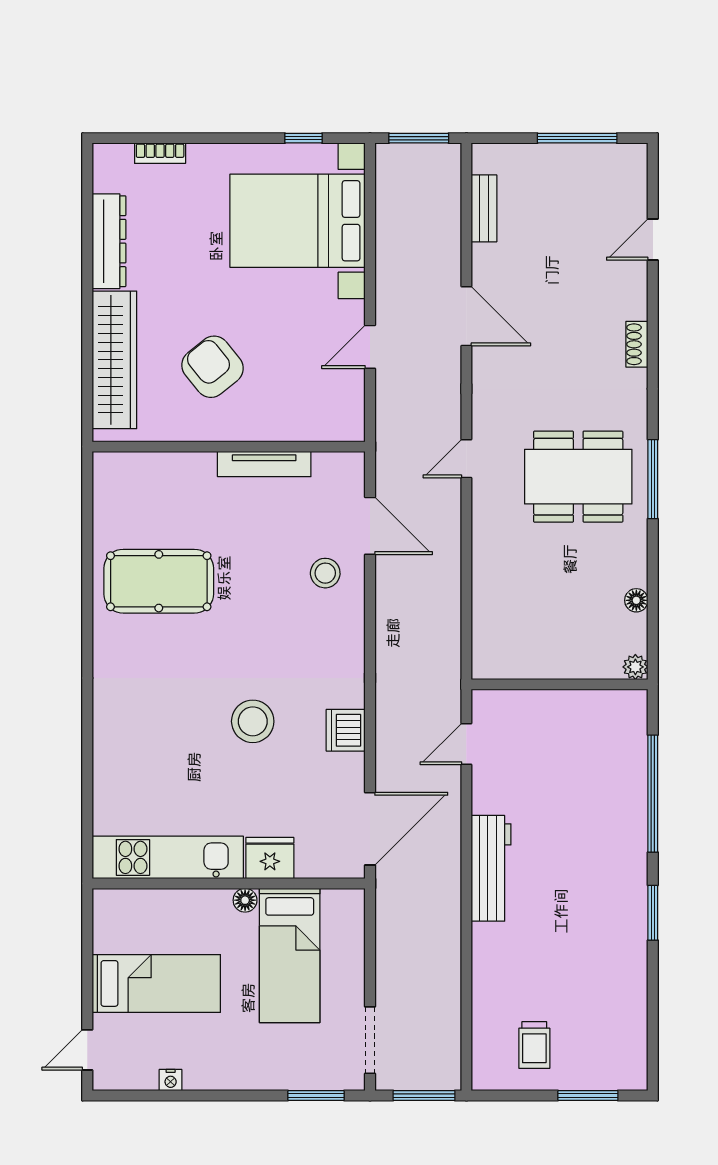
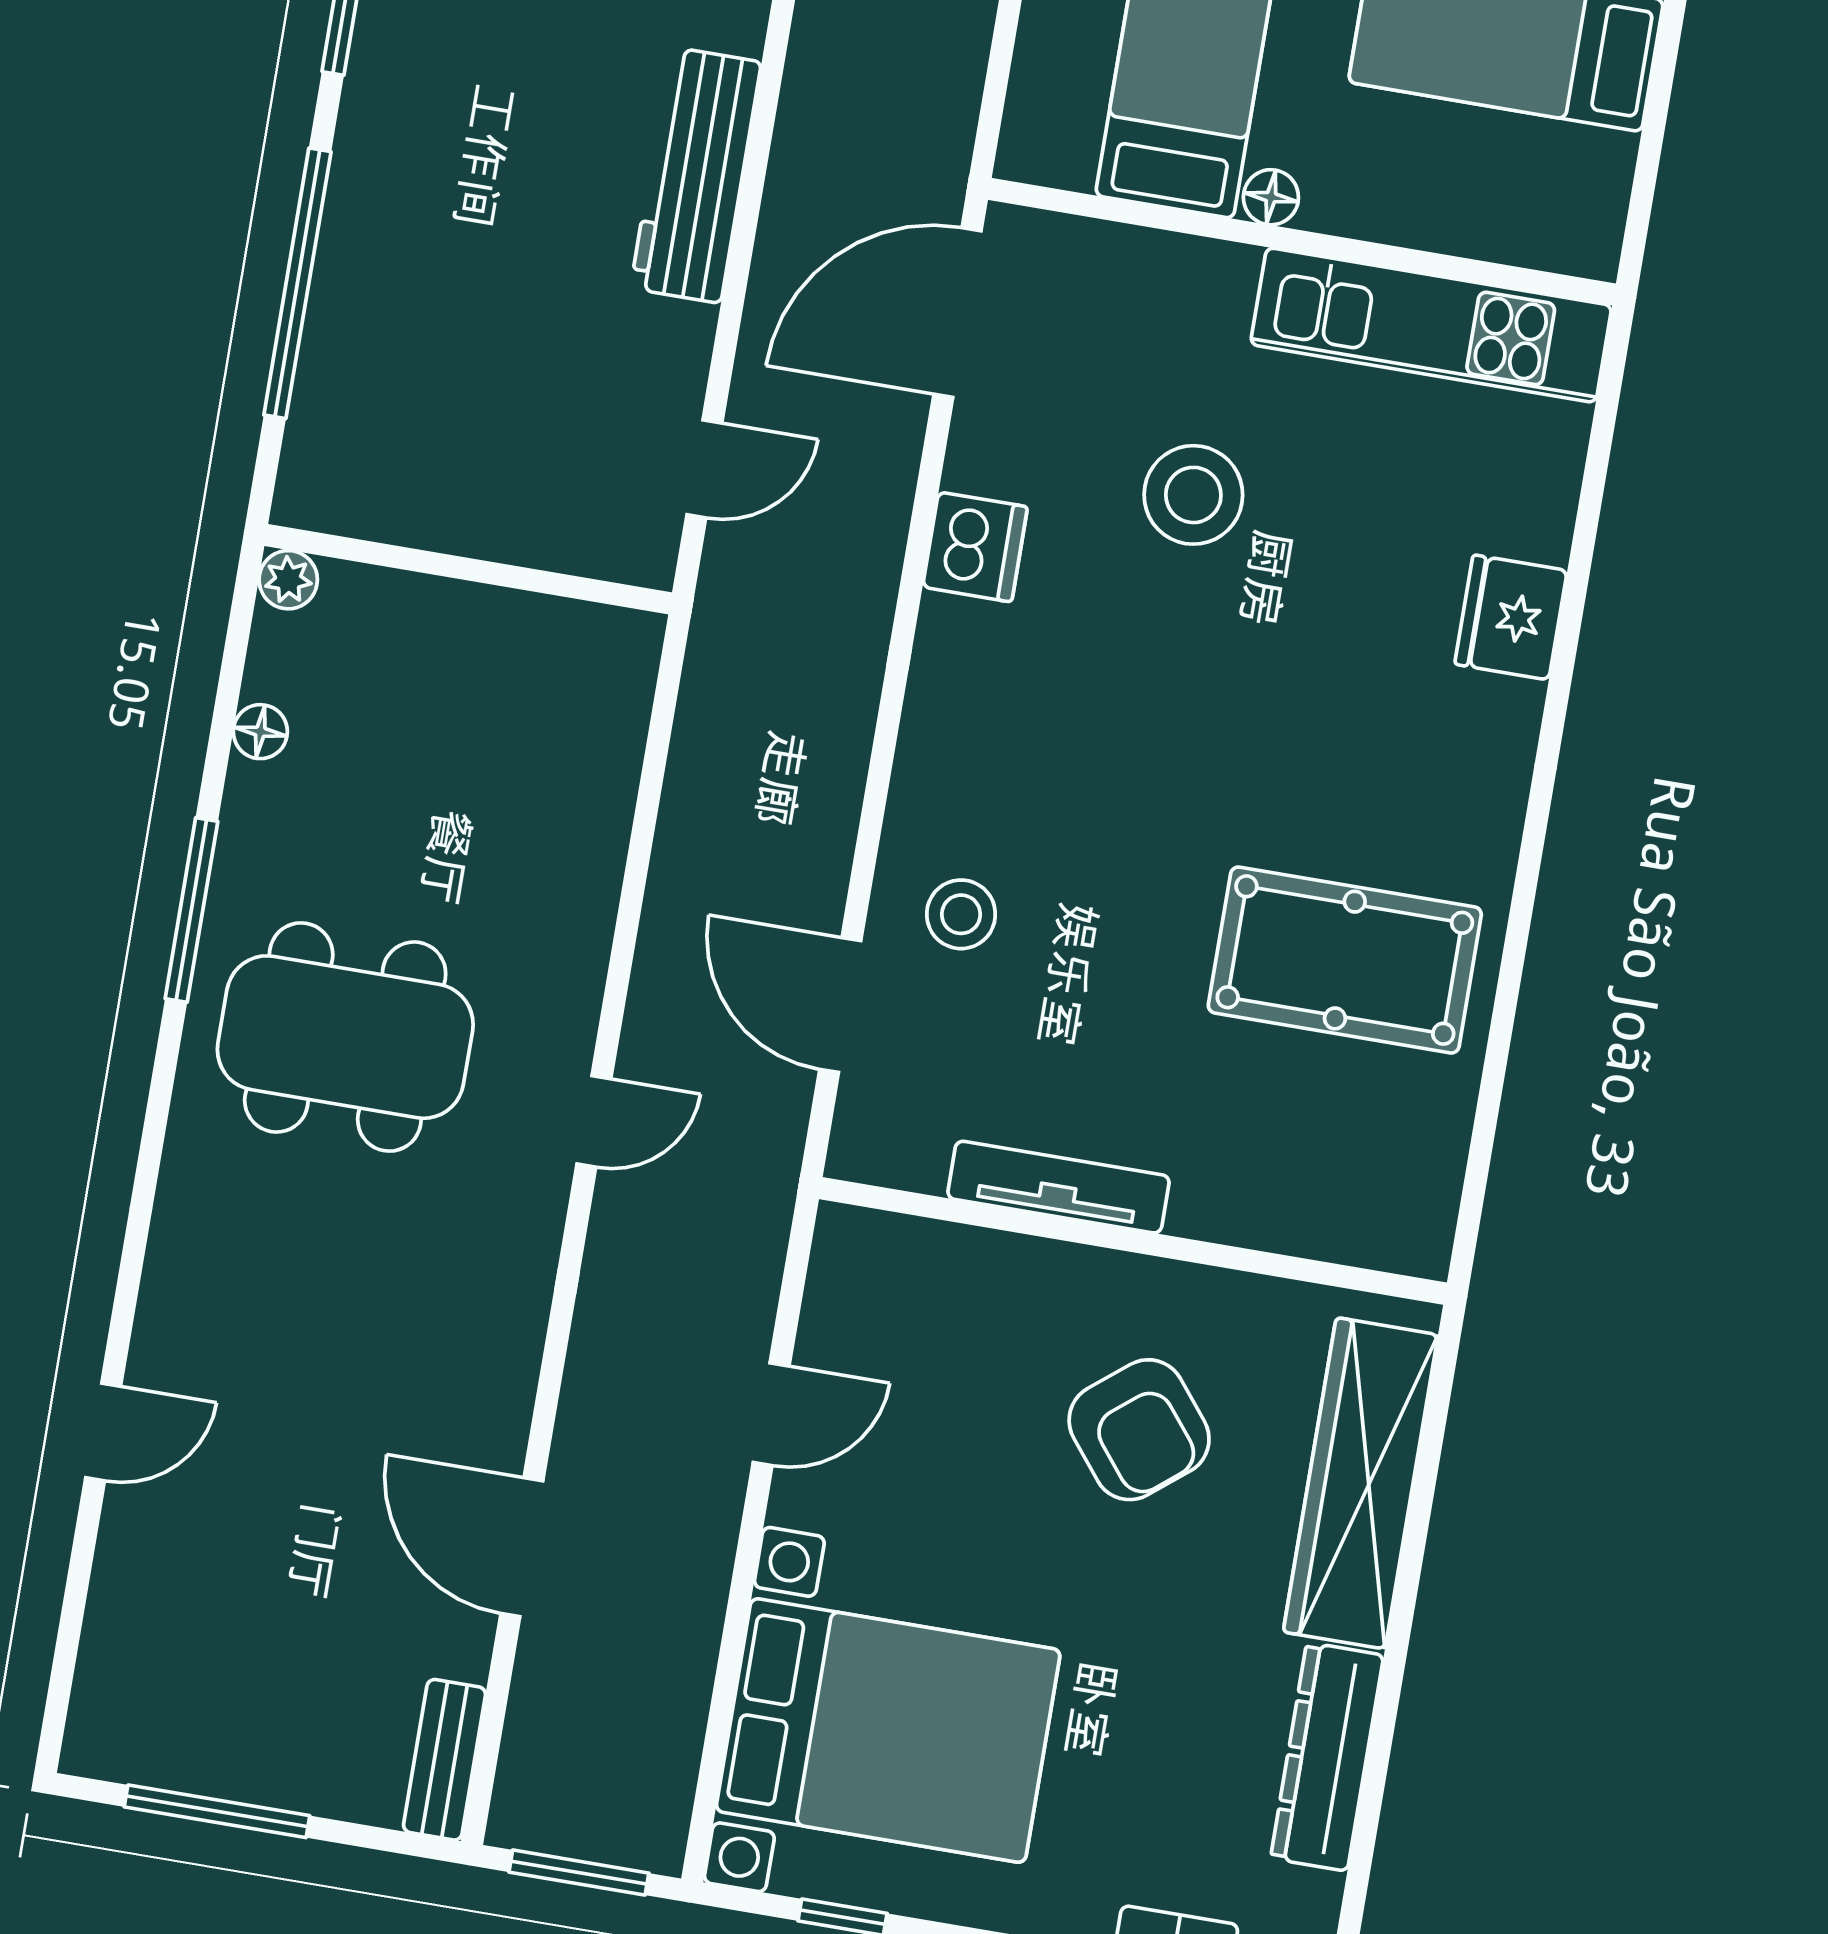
bench: (484, 208) -> (445, 1760), moved
door: (653, 239) -> (103, 1432), moved
door: (466, 316) -> (522, 1547), moved
shoe rack: (637, 344) -> (160, 1317), removed
window: (653, 479) -> (191, 910), moved
stool: (253, 721) -> (1193, 495), moved
fridge: (270, 858) -> (1511, 617), moved, turned 90

